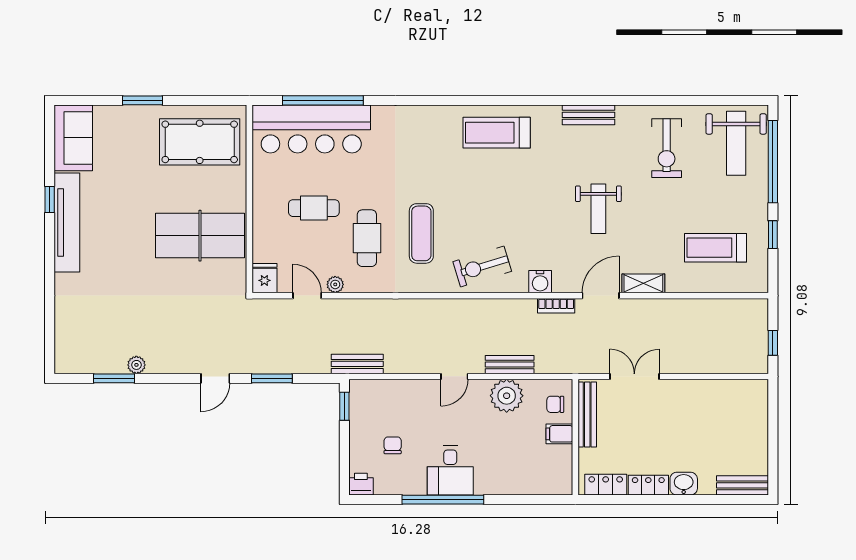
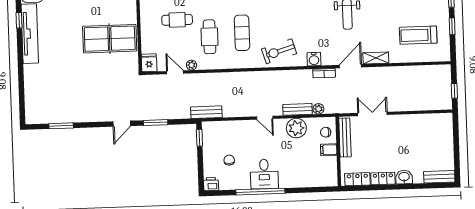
plant: (136, 365) -> (318, 109), moved
door: (454, 376) -> (265, 118), hinge flipped

